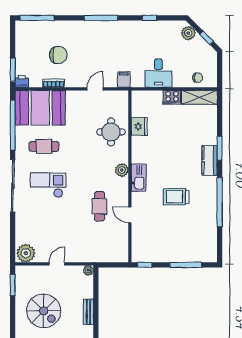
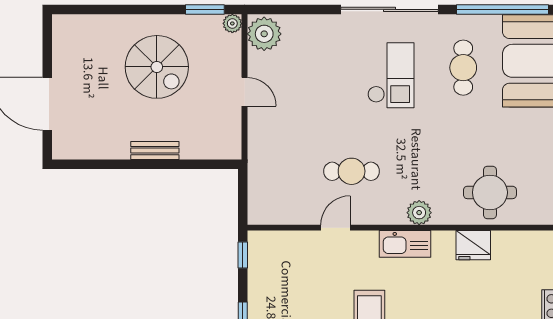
fridge: (139, 126) -> (473, 245), moved
plant: (88, 270) -> (232, 23), moved
spiral stairs: (44, 311) -> (157, 67), turned -90

